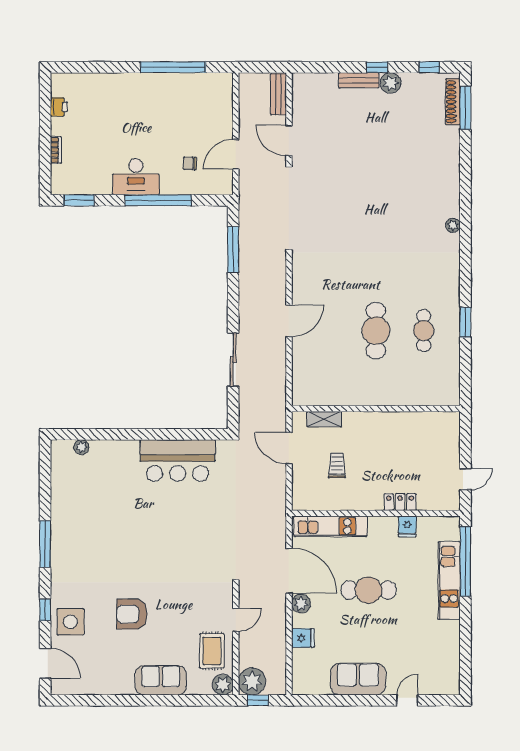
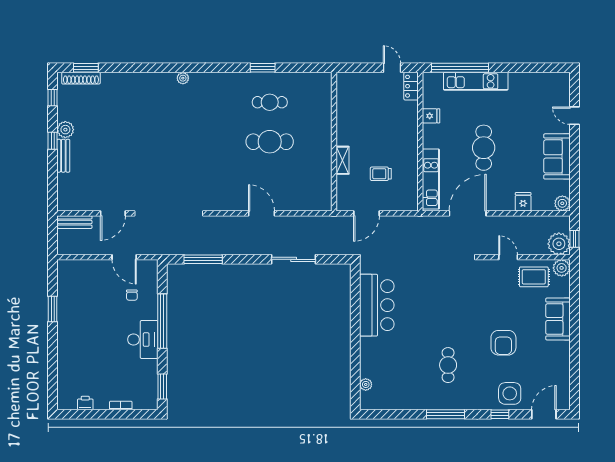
window: (173, 67) -> (53, 309), width x0.47
window: (465, 108) -> (86, 68), width x0.69
shelving: (324, 419) -> (343, 160), moved
locker: (400, 502) -> (411, 86), moved
cafe table: (105, 547) -> (448, 365), added
plant: (301, 604) -> (562, 203), moved

